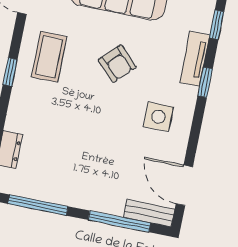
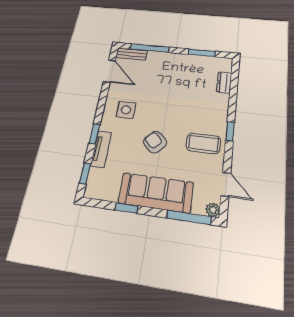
coffee table: (49, 57) -> (203, 143), turned 90
window: (38, 205) -> (202, 53), width x0.69

